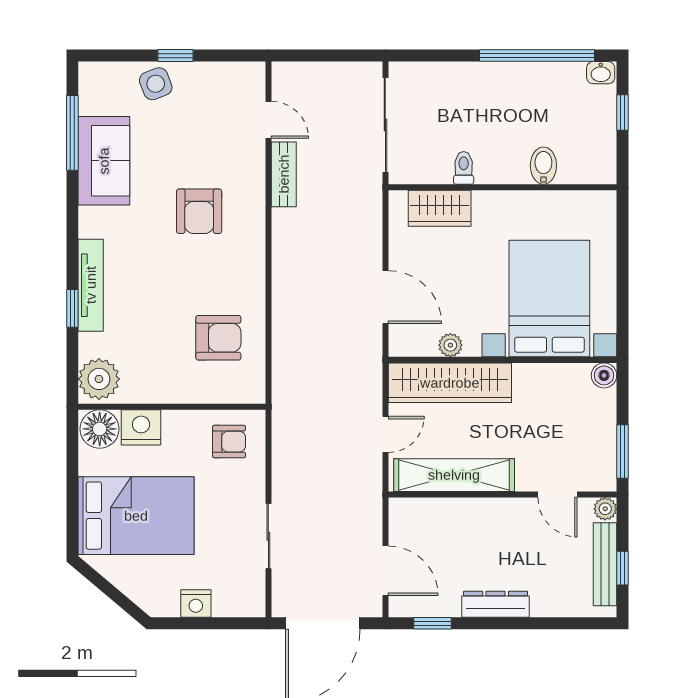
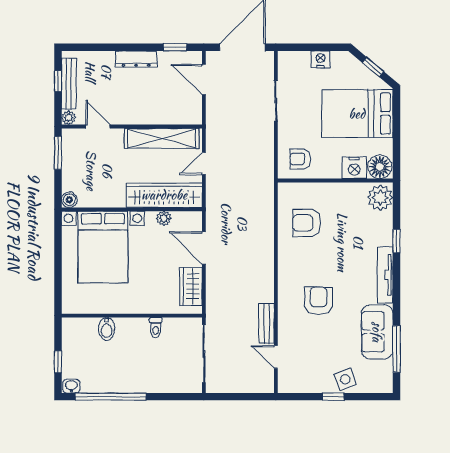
wardrobe: (440, 208) -> (191, 286), moved, turned -90
tv unit: (91, 285) -> (385, 275), moved
window: (111, 591) -> (373, 67), added

